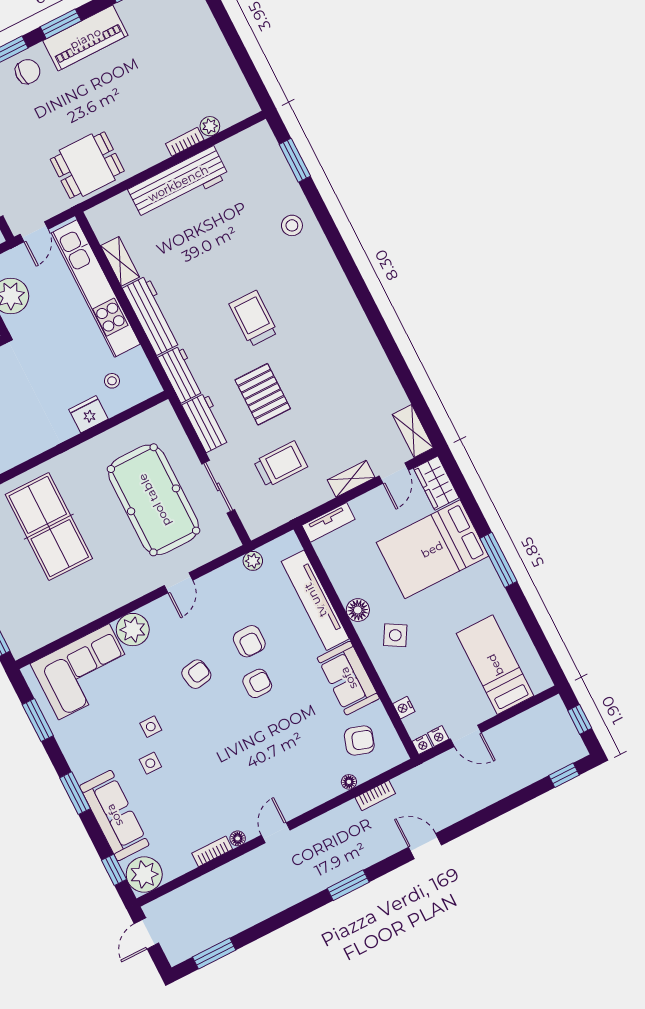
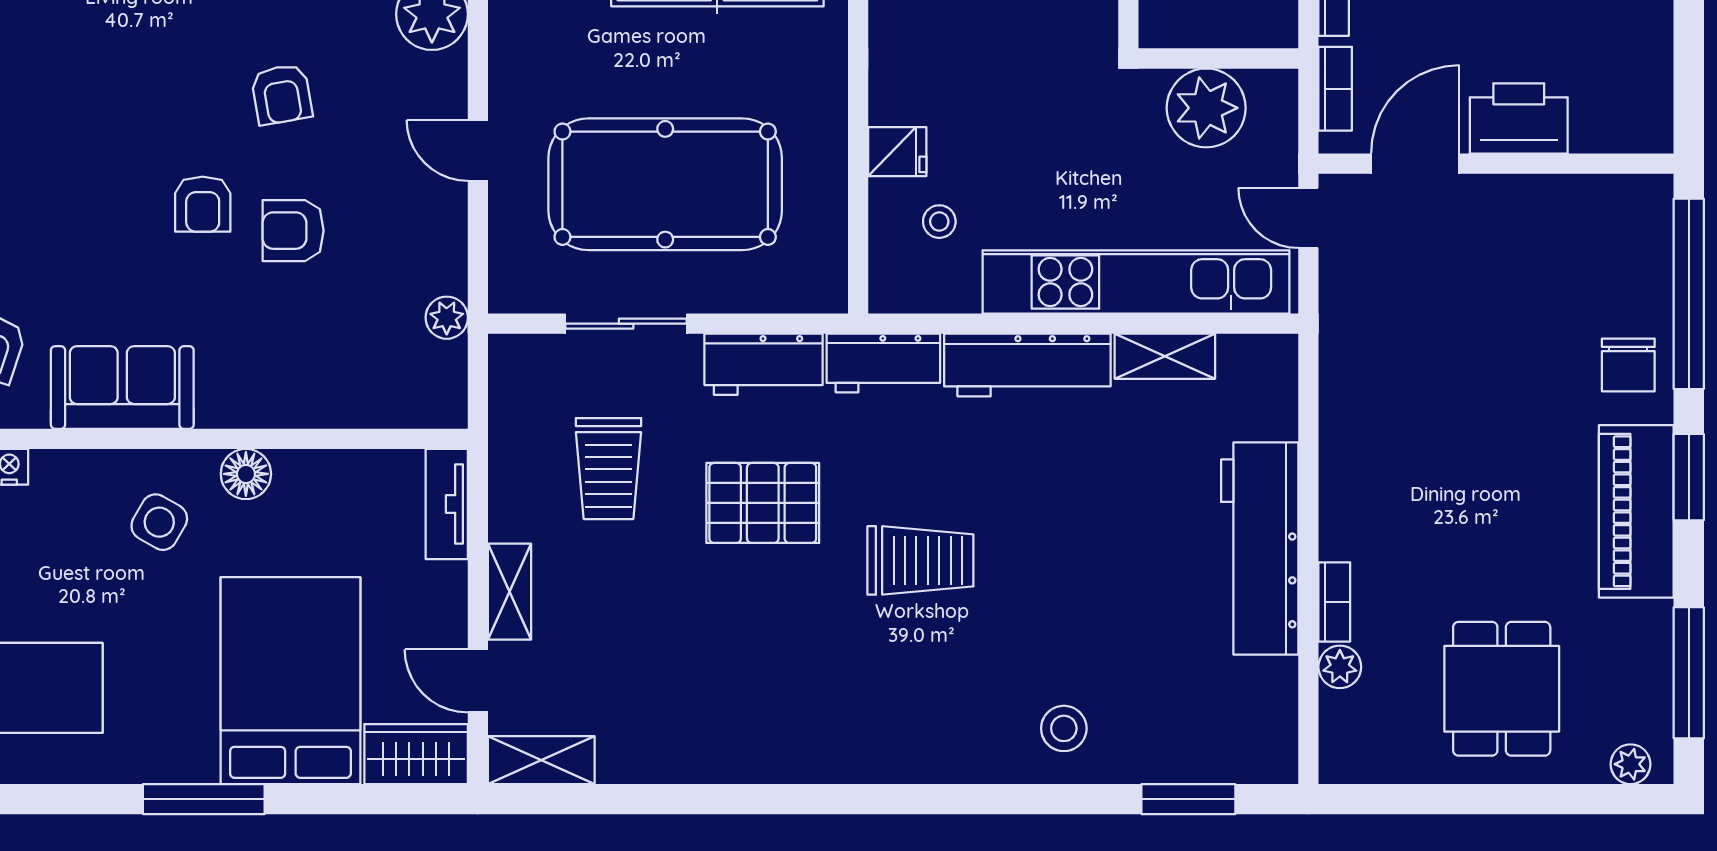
dining table: (87, 165) -> (1502, 689), moved
fridge: (88, 414) -> (897, 152), width x0.72
tv unit: (315, 600) -> (307, 401), removed

